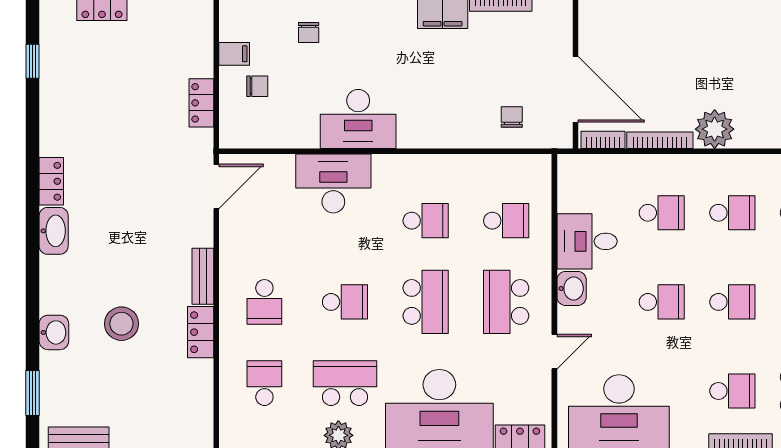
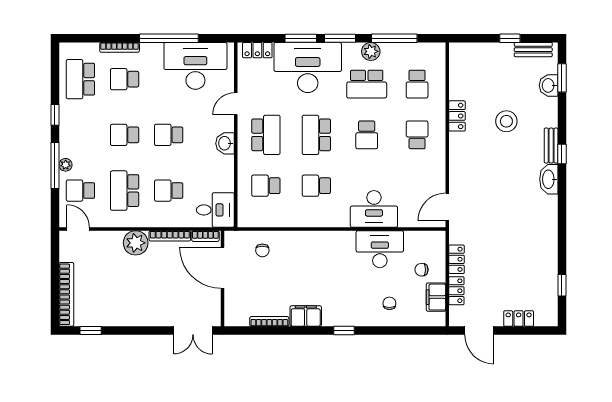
filing cabinet: (234, 54) -> (436, 297), width x2.00
desk: (358, 119) -> (380, 249), moved
locker: (51, 181) -> (456, 291), moved, turned 180
school desk: (732, 213) -> (125, 191), width x1.85
desk: (587, 241) -> (215, 210), moved
window: (33, 271) -> (562, 154), added
bench: (203, 276) -> (551, 146), moved
school desk: (345, 302) -> (367, 135), turned -90
washbasin: (54, 332) -> (549, 85), moved

